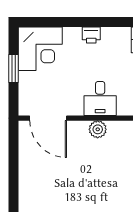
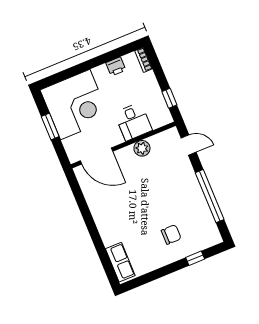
printer: (91, 35) -> (116, 66), moved
corner desk: (40, 49) -> (75, 104), width x1.36, depth x1.36

